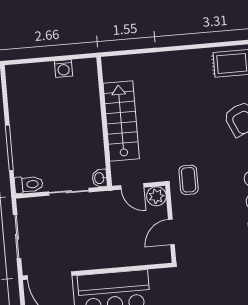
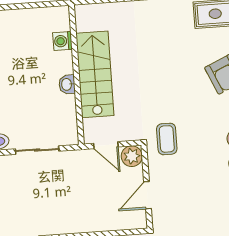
washing machine: (63, 69) -> (62, 41), moved, turned 90
washbasin: (100, 178) -> (67, 84), moved

